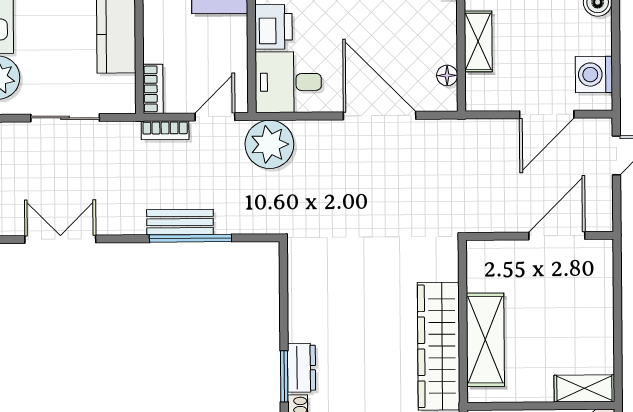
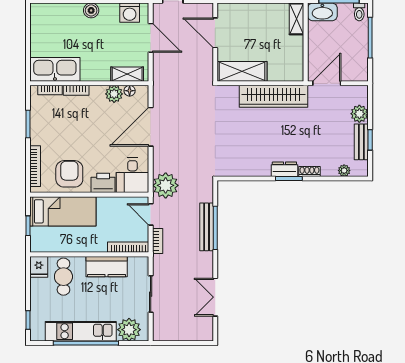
shelving: (478, 41) -> (127, 74), moved
plant: (441, 46) -> (114, 94), added
bookcase: (153, 89) -> (128, 247), width x1.56
bench: (180, 222) -> (207, 227), width x1.36
shelving: (485, 340) -> (242, 71), moved

